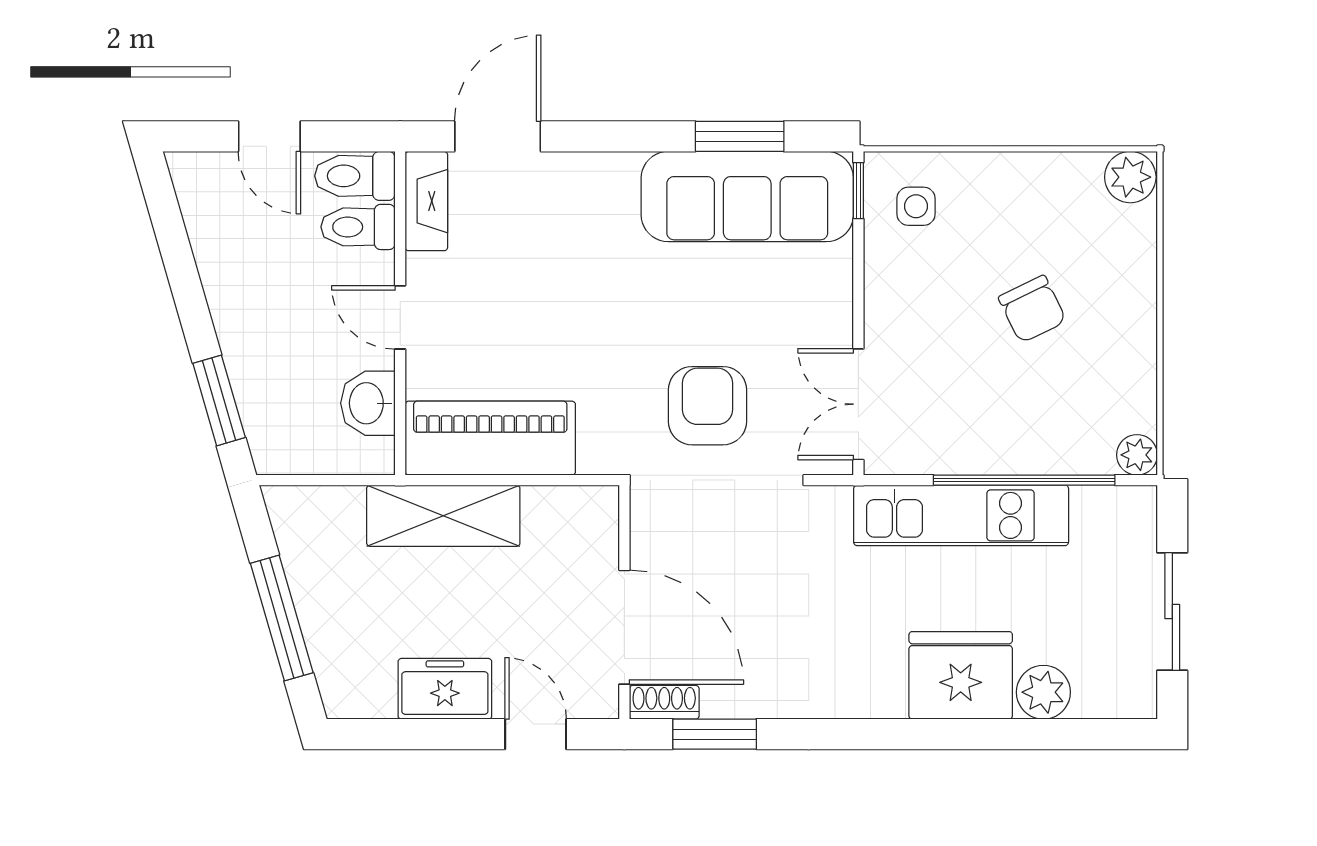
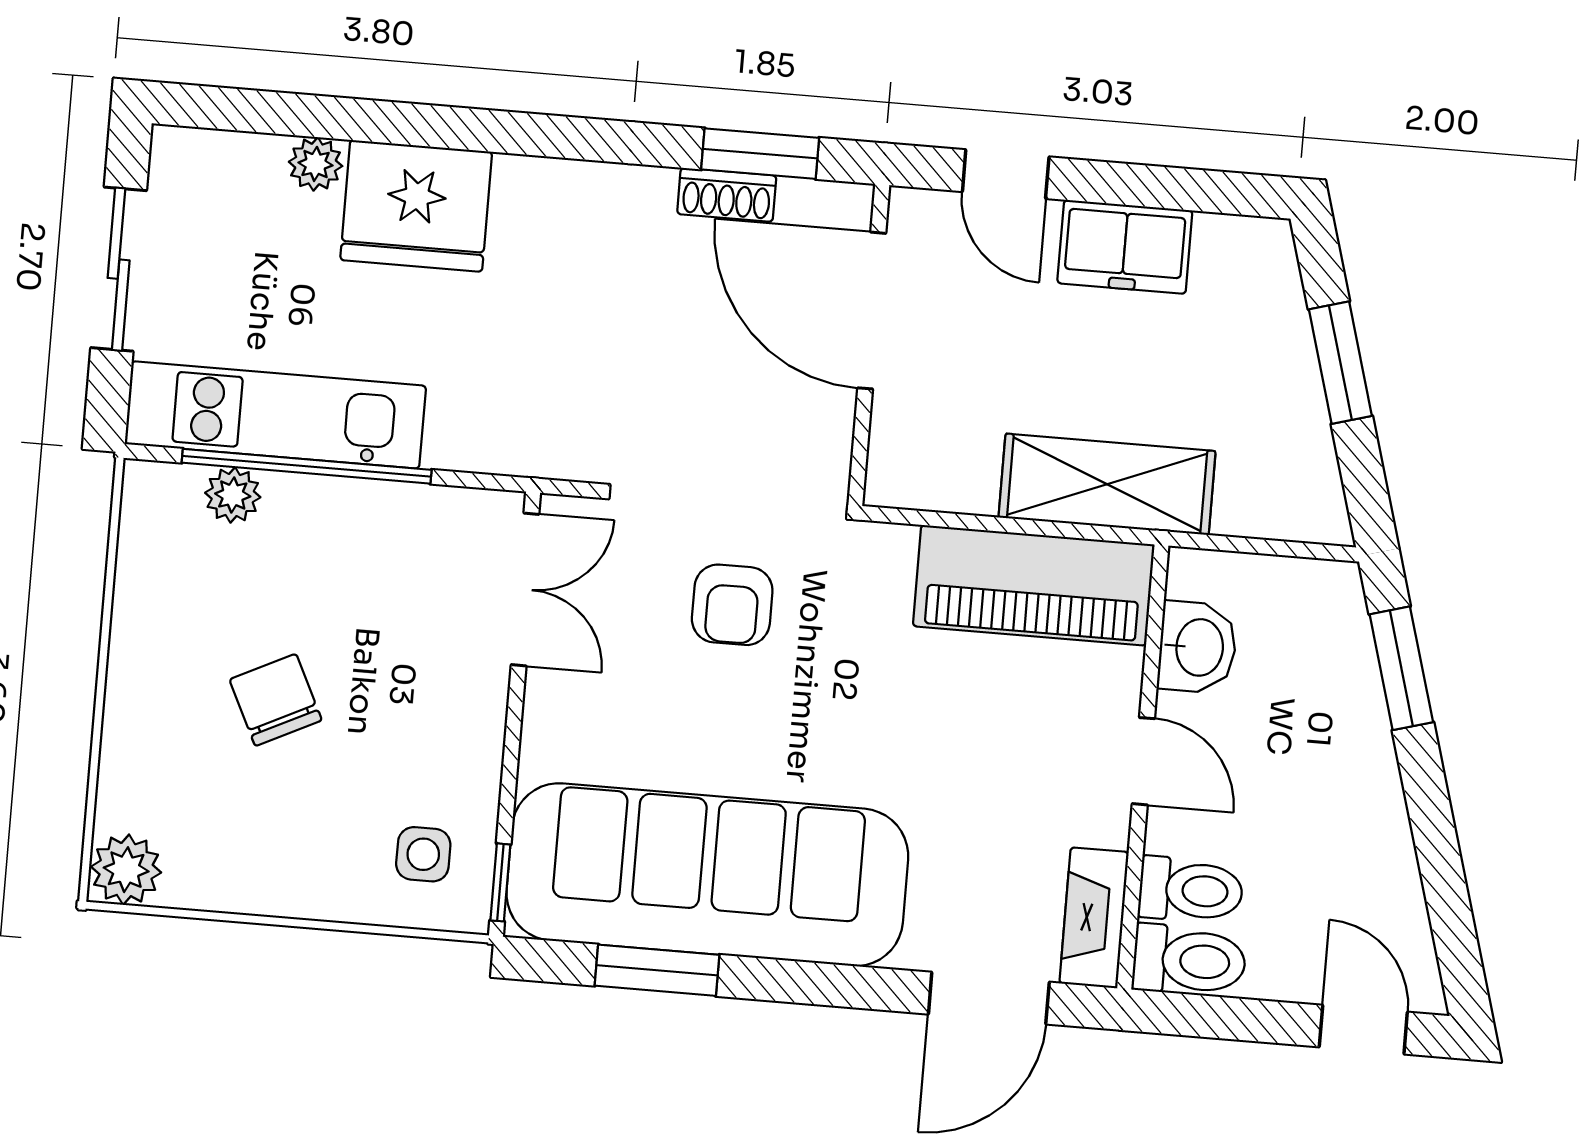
door: (269, 136) -> (1363, 1030), moved
sofa: (747, 197) -> (707, 875), width x1.36, depth x1.27
armchair: (707, 406) -> (732, 605), width x0.72, depth x0.72
plant: (1137, 455) -> (233, 495), moved
kitchen unit: (961, 515) -> (275, 415), moved
window: (282, 618) -> (1340, 363), width x0.69
plant: (1043, 692) -> (316, 164), width x0.73, depth x0.73
shoe rack: (664, 702) -> (727, 195), moved

